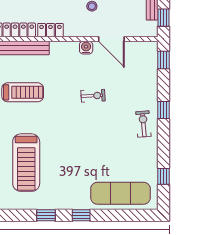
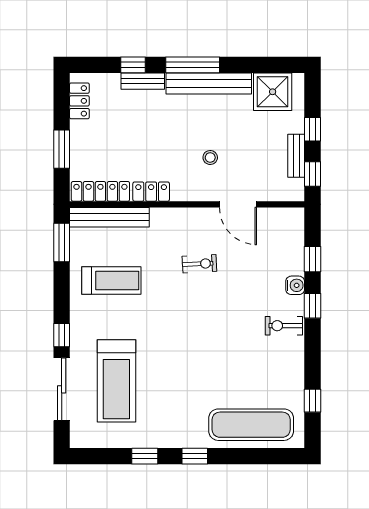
water cooler: (86, 48) -> (295, 285), moved, turned 90
window: (163, 60) -> (313, 259), moved
exercise bike: (93, 96) -> (199, 264), moved
exercise bike: (143, 124) -> (284, 326), turned -85

